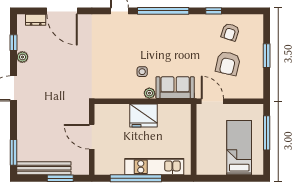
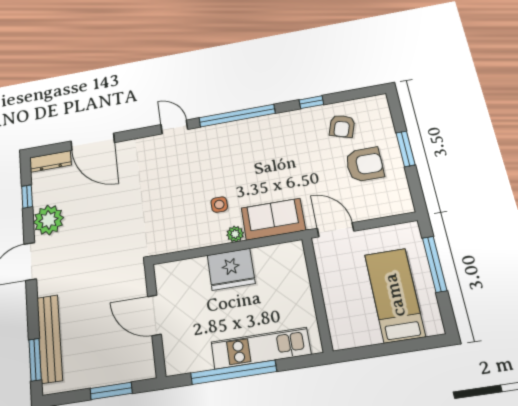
dresser: (36, 20) -> (51, 161), width x1.44
plant: (22, 57) -> (49, 220), width x1.88, depth x1.88
armchair: (228, 63) -> (365, 164), moved, turned -103
bench: (44, 168) -> (50, 339), moved, turned 90

